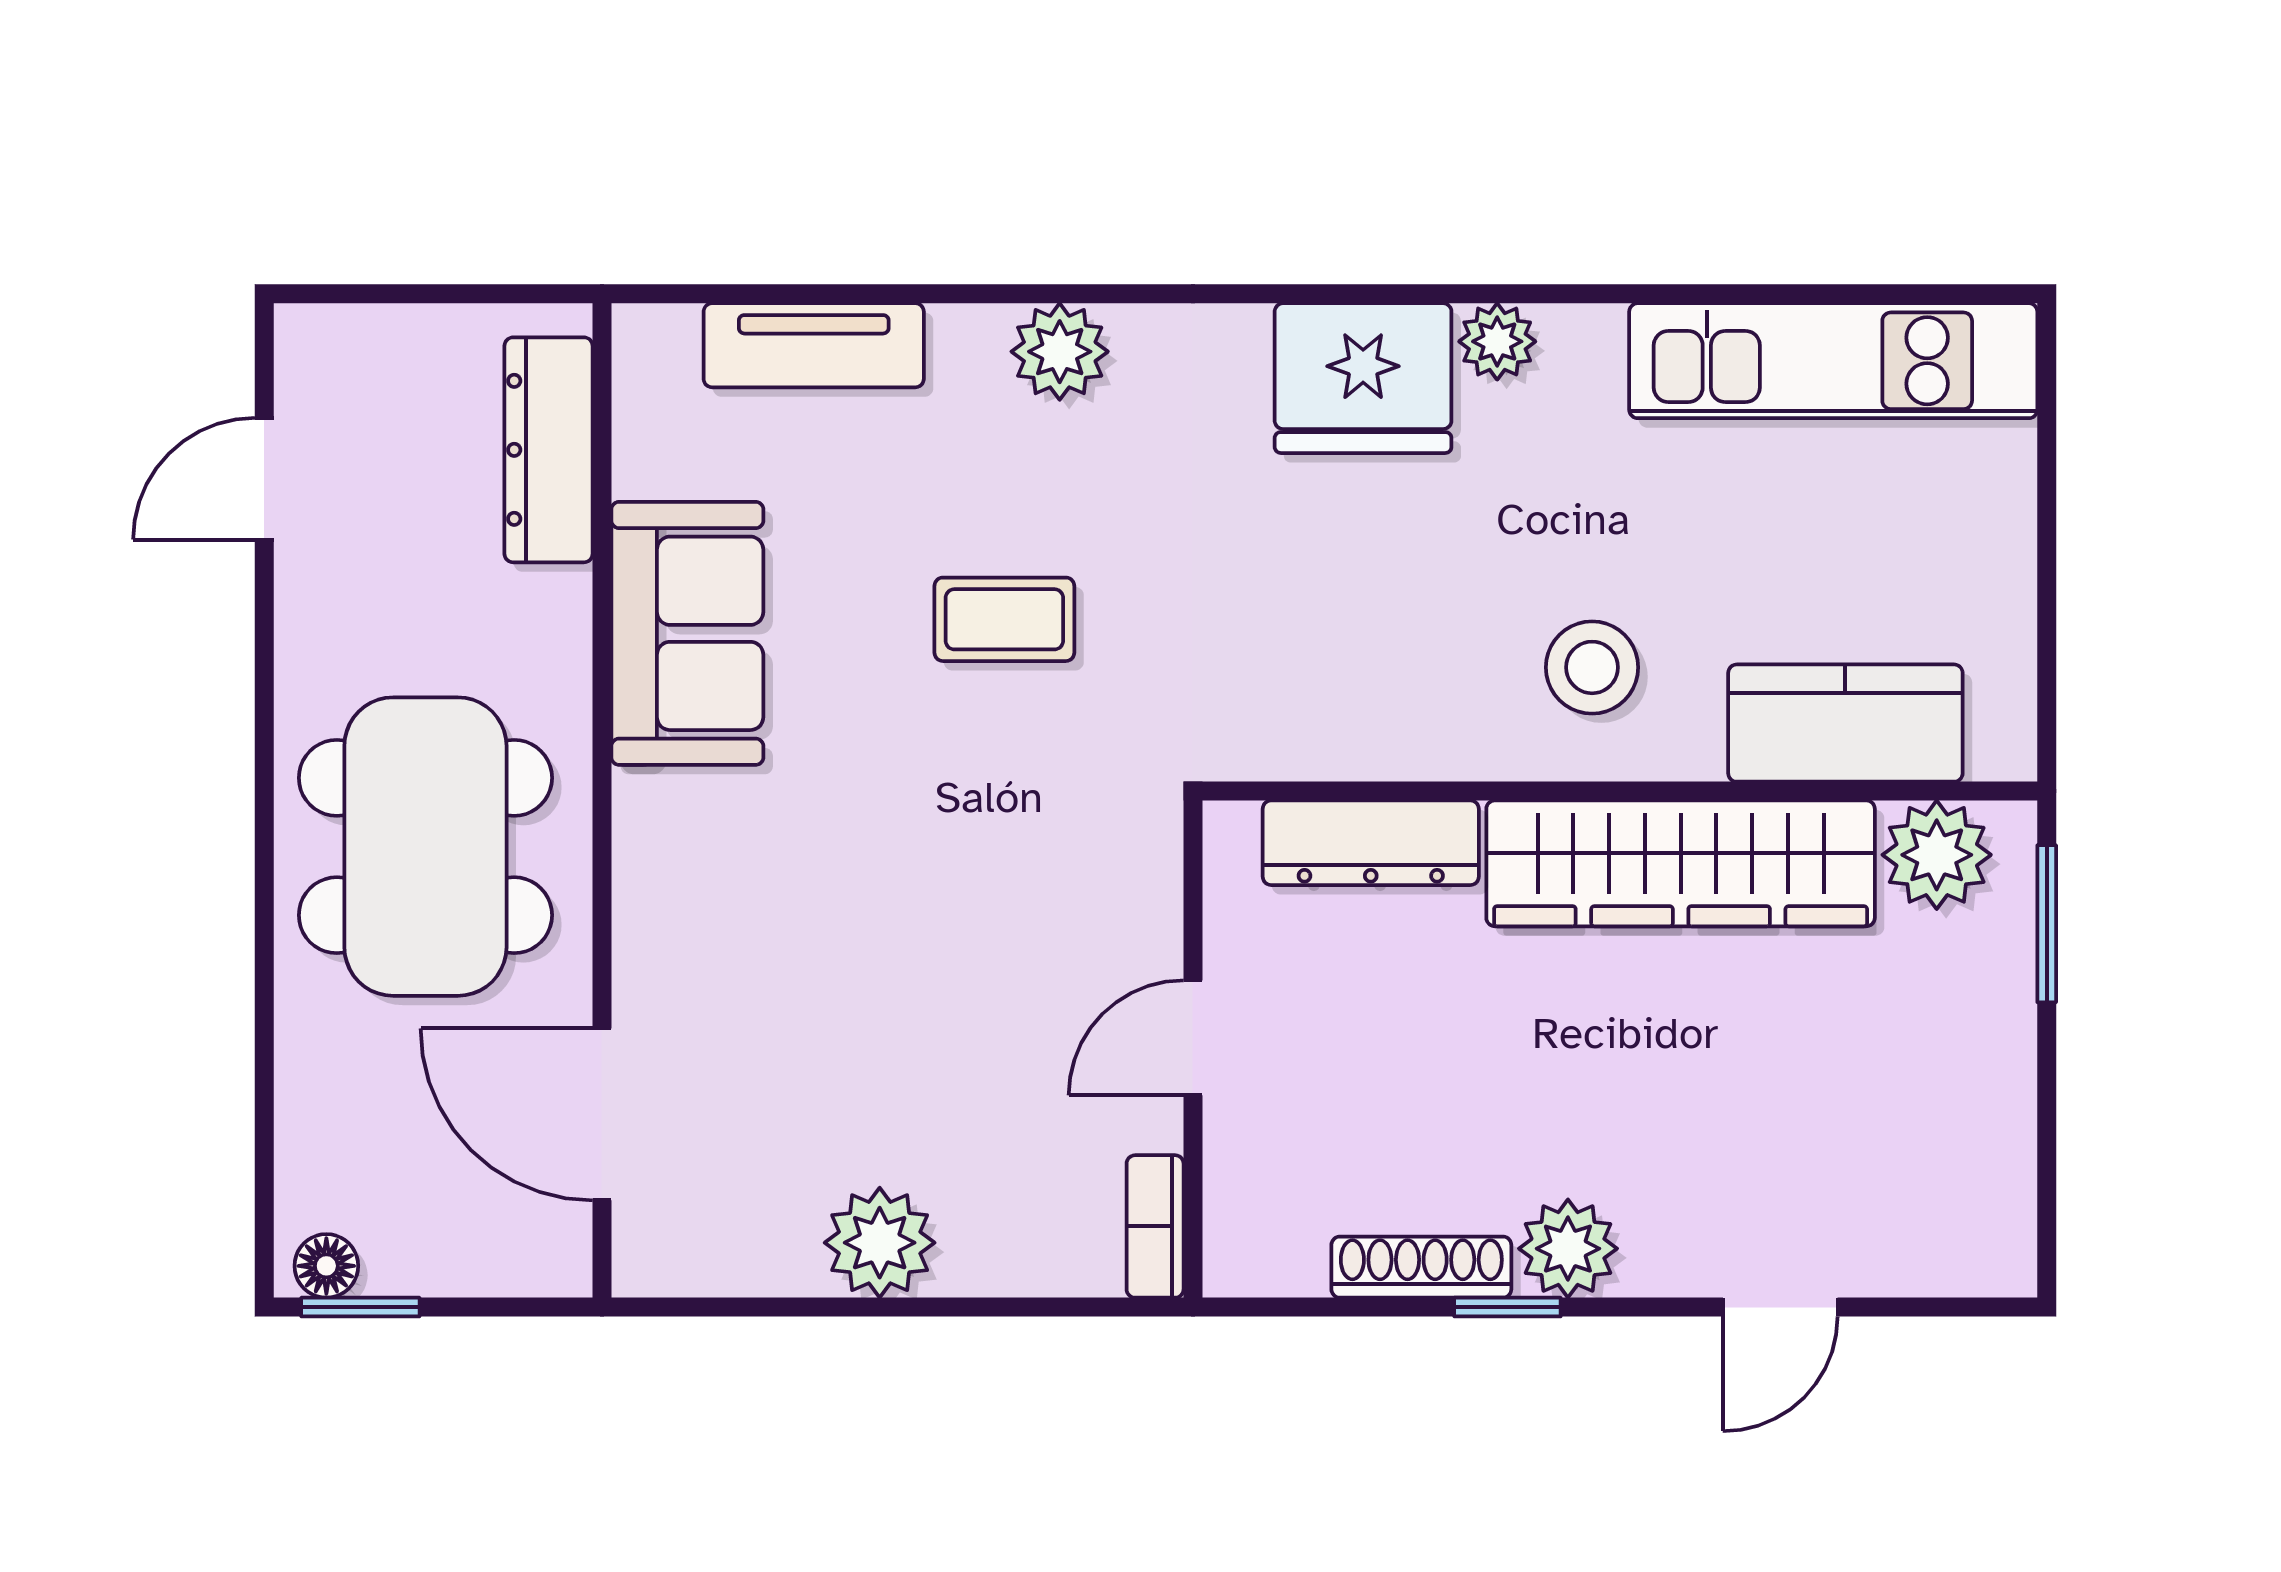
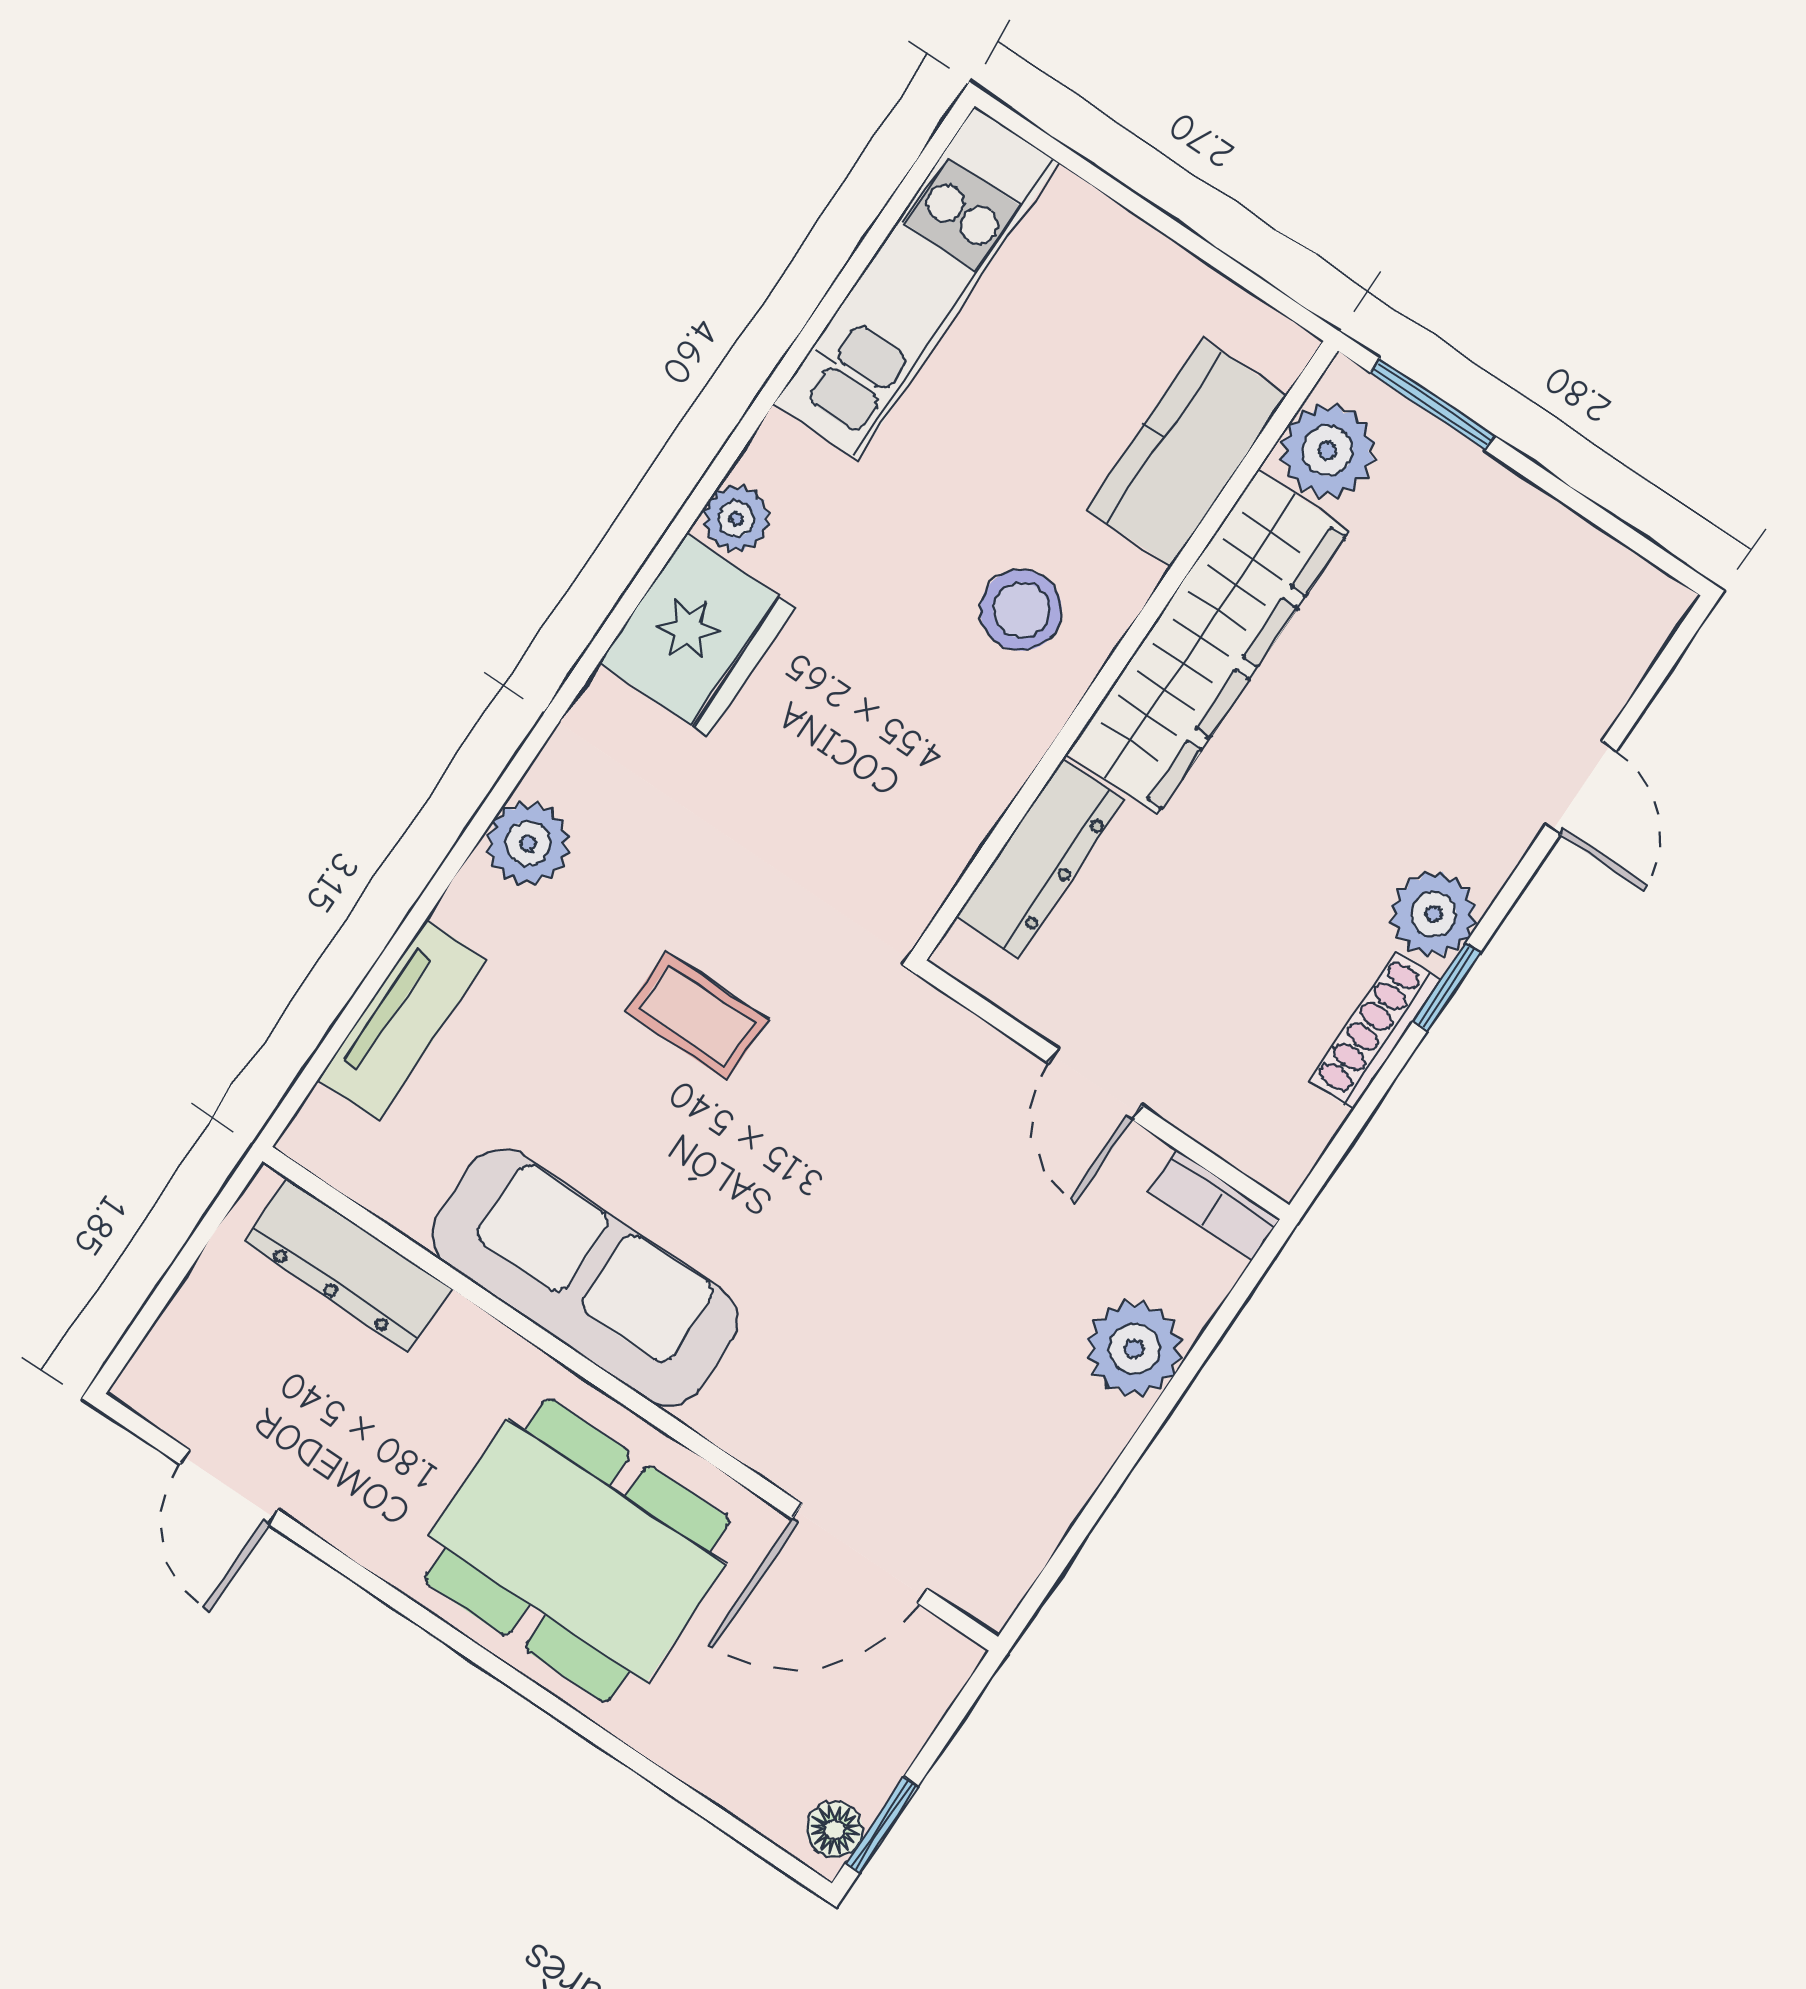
coffee table: (1004, 619) -> (696, 1016), turned 90
sofa: (687, 633) -> (585, 1278), width x1.36
plant: (880, 1243) -> (1134, 1349), moved

